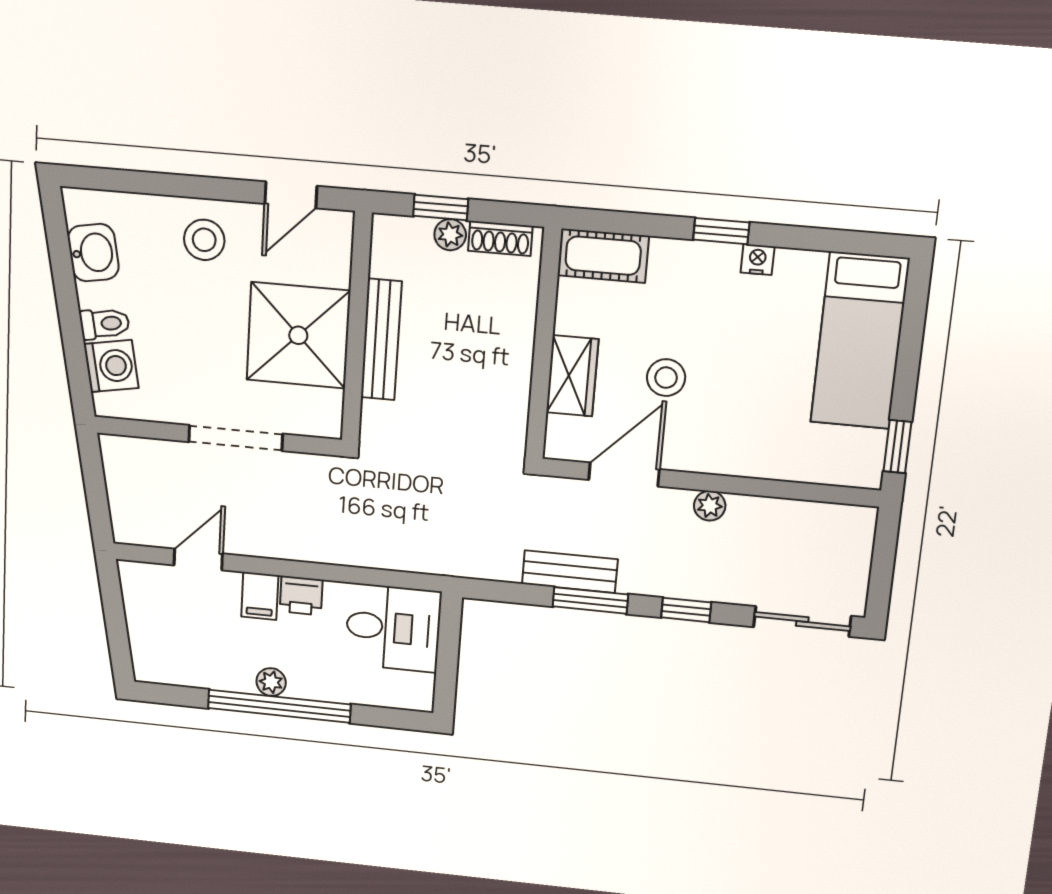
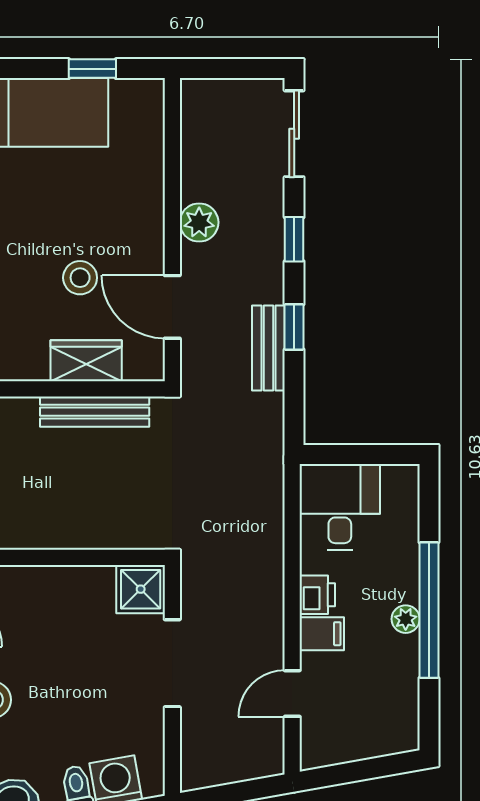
shower: (298, 335) -> (141, 589), moved, width x0.54, depth x0.54
bench: (381, 340) -> (95, 412), moved
window: (897, 447) -> (92, 69), moved
plant: (710, 506) -> (199, 222), width x1.38, depth x1.38
door: (198, 559) -> (292, 693), hinge flipped
window: (590, 600) -> (294, 327), width x0.67

